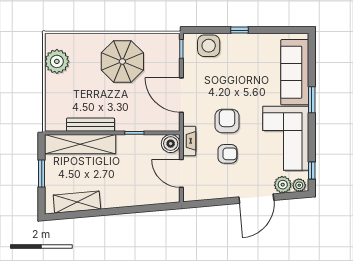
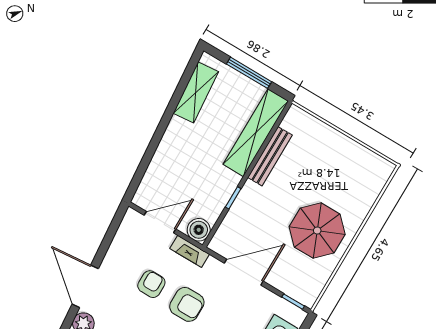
plant: (57, 61) -> (359, 161), removed
armchair: (228, 154) -> (151, 284), turned 180
window: (42, 173) -> (249, 73), width x1.44

